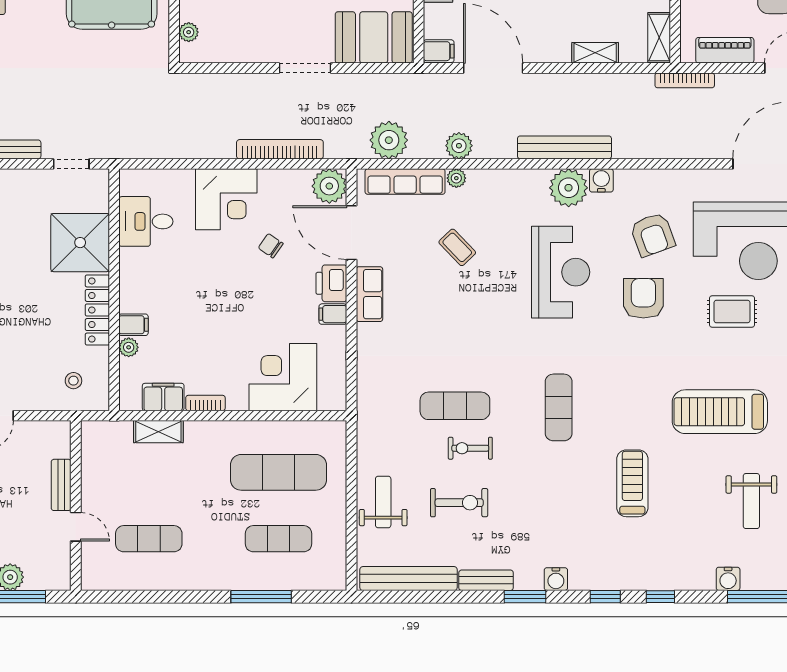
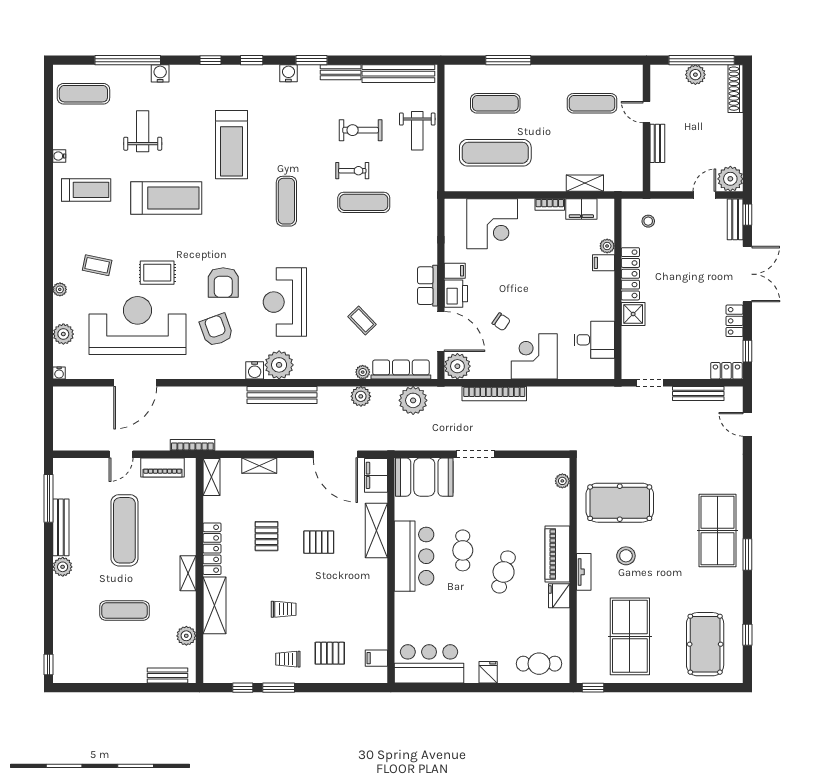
filing cabinet: (439, 51) -> (376, 475), width x2.00
shower: (80, 243) -> (633, 314), width x0.54, depth x0.54
treadmill: (632, 483) -> (231, 145), width x1.37, depth x1.38

